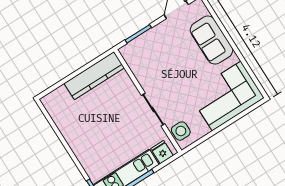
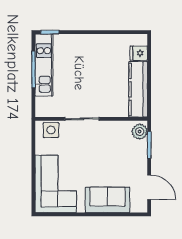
plant: (131, 50) -> (140, 132), added
fridge: (162, 152) -> (139, 53), moved, turned 180

